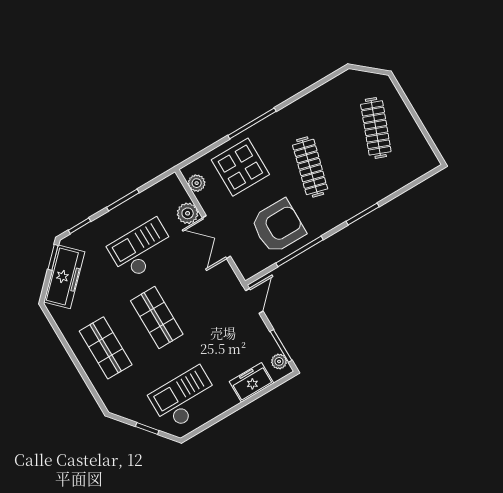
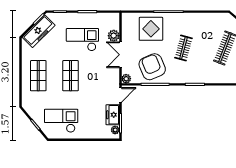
clothes rail: (310, 167) -> (183, 48), width x0.73
plant: (197, 183) -> (126, 79), moved
armchair: (278, 226) -> (152, 67), turned -113
freezer: (251, 382) -> (113, 115), moved, turned -90

